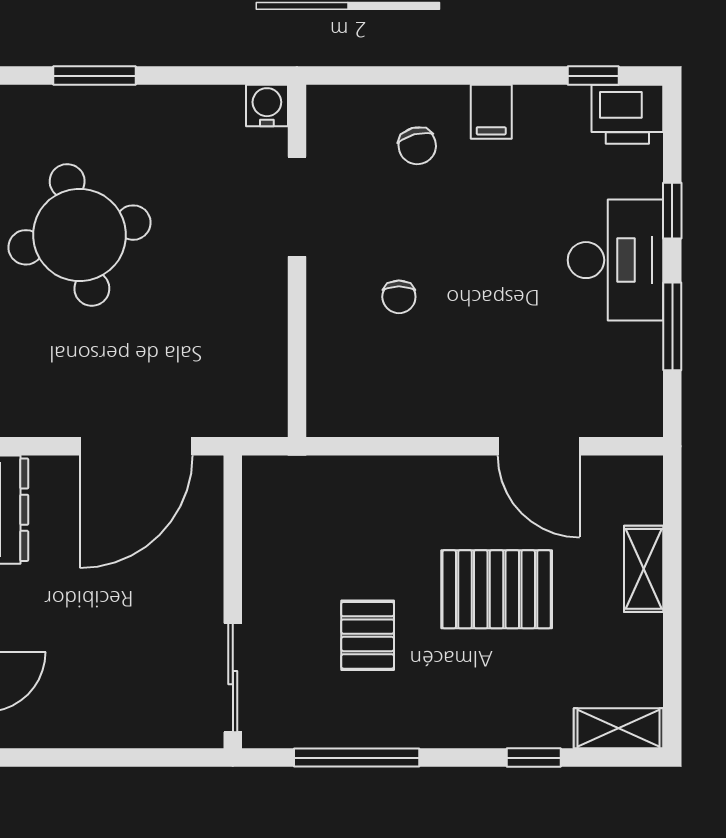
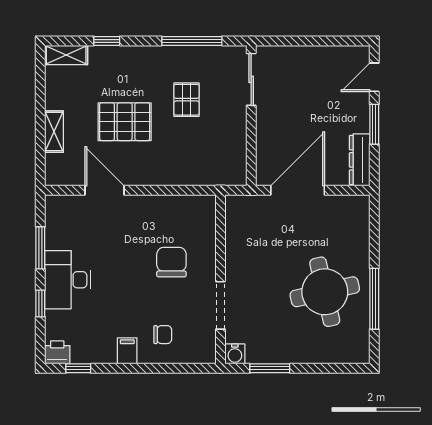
window: (95, 76) -> (270, 368), moved
printer: (627, 114) -> (57, 352), width x0.73, depth x0.81
chair: (417, 146) -> (163, 335), turned 105
chair: (399, 297) -> (171, 262), width x1.87, depth x1.87

